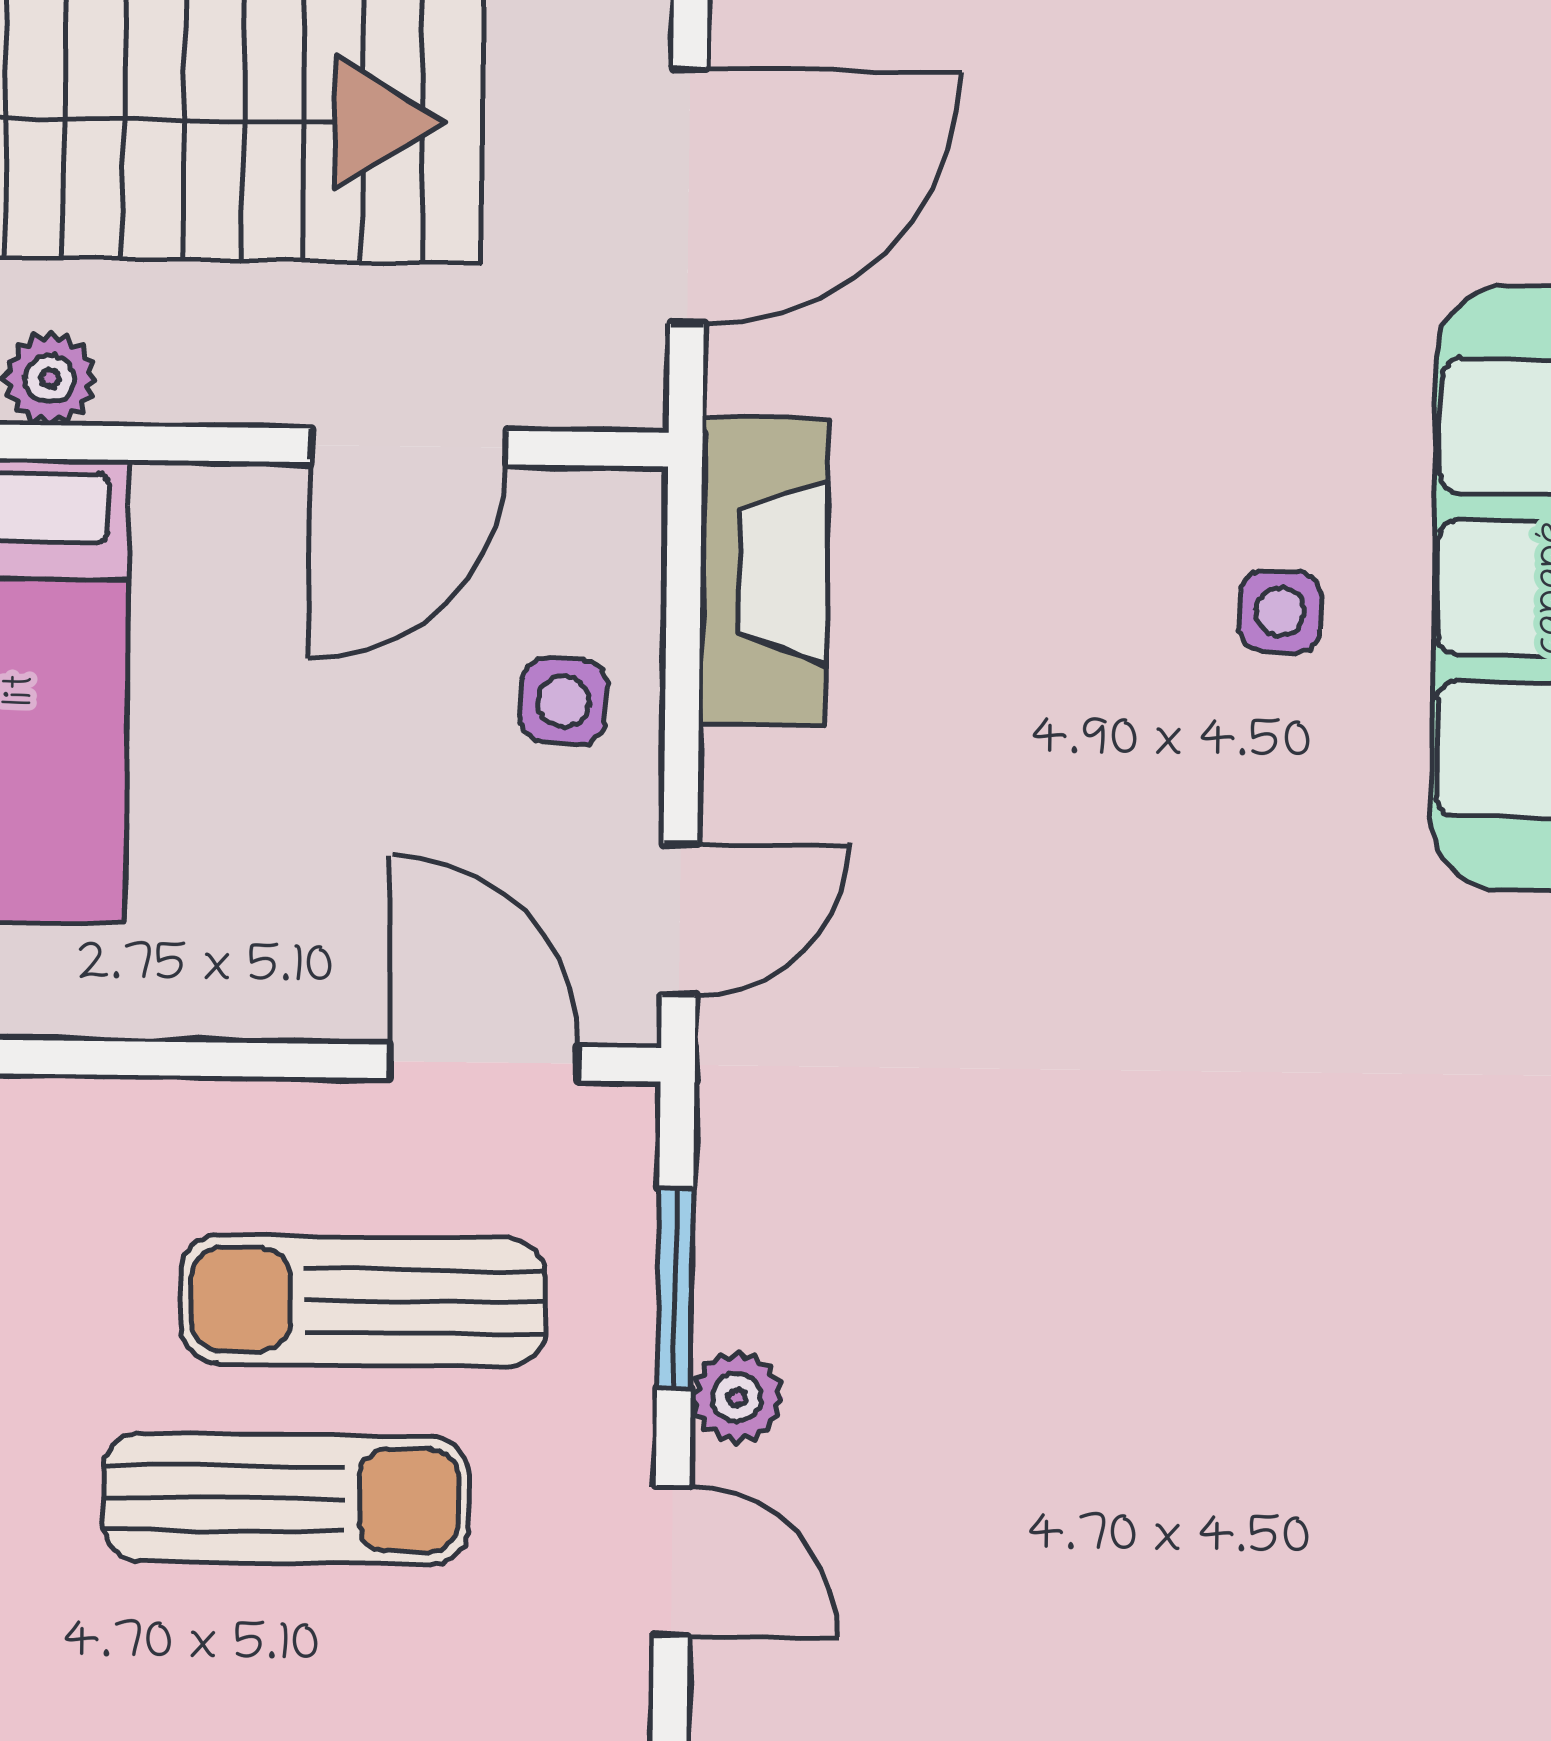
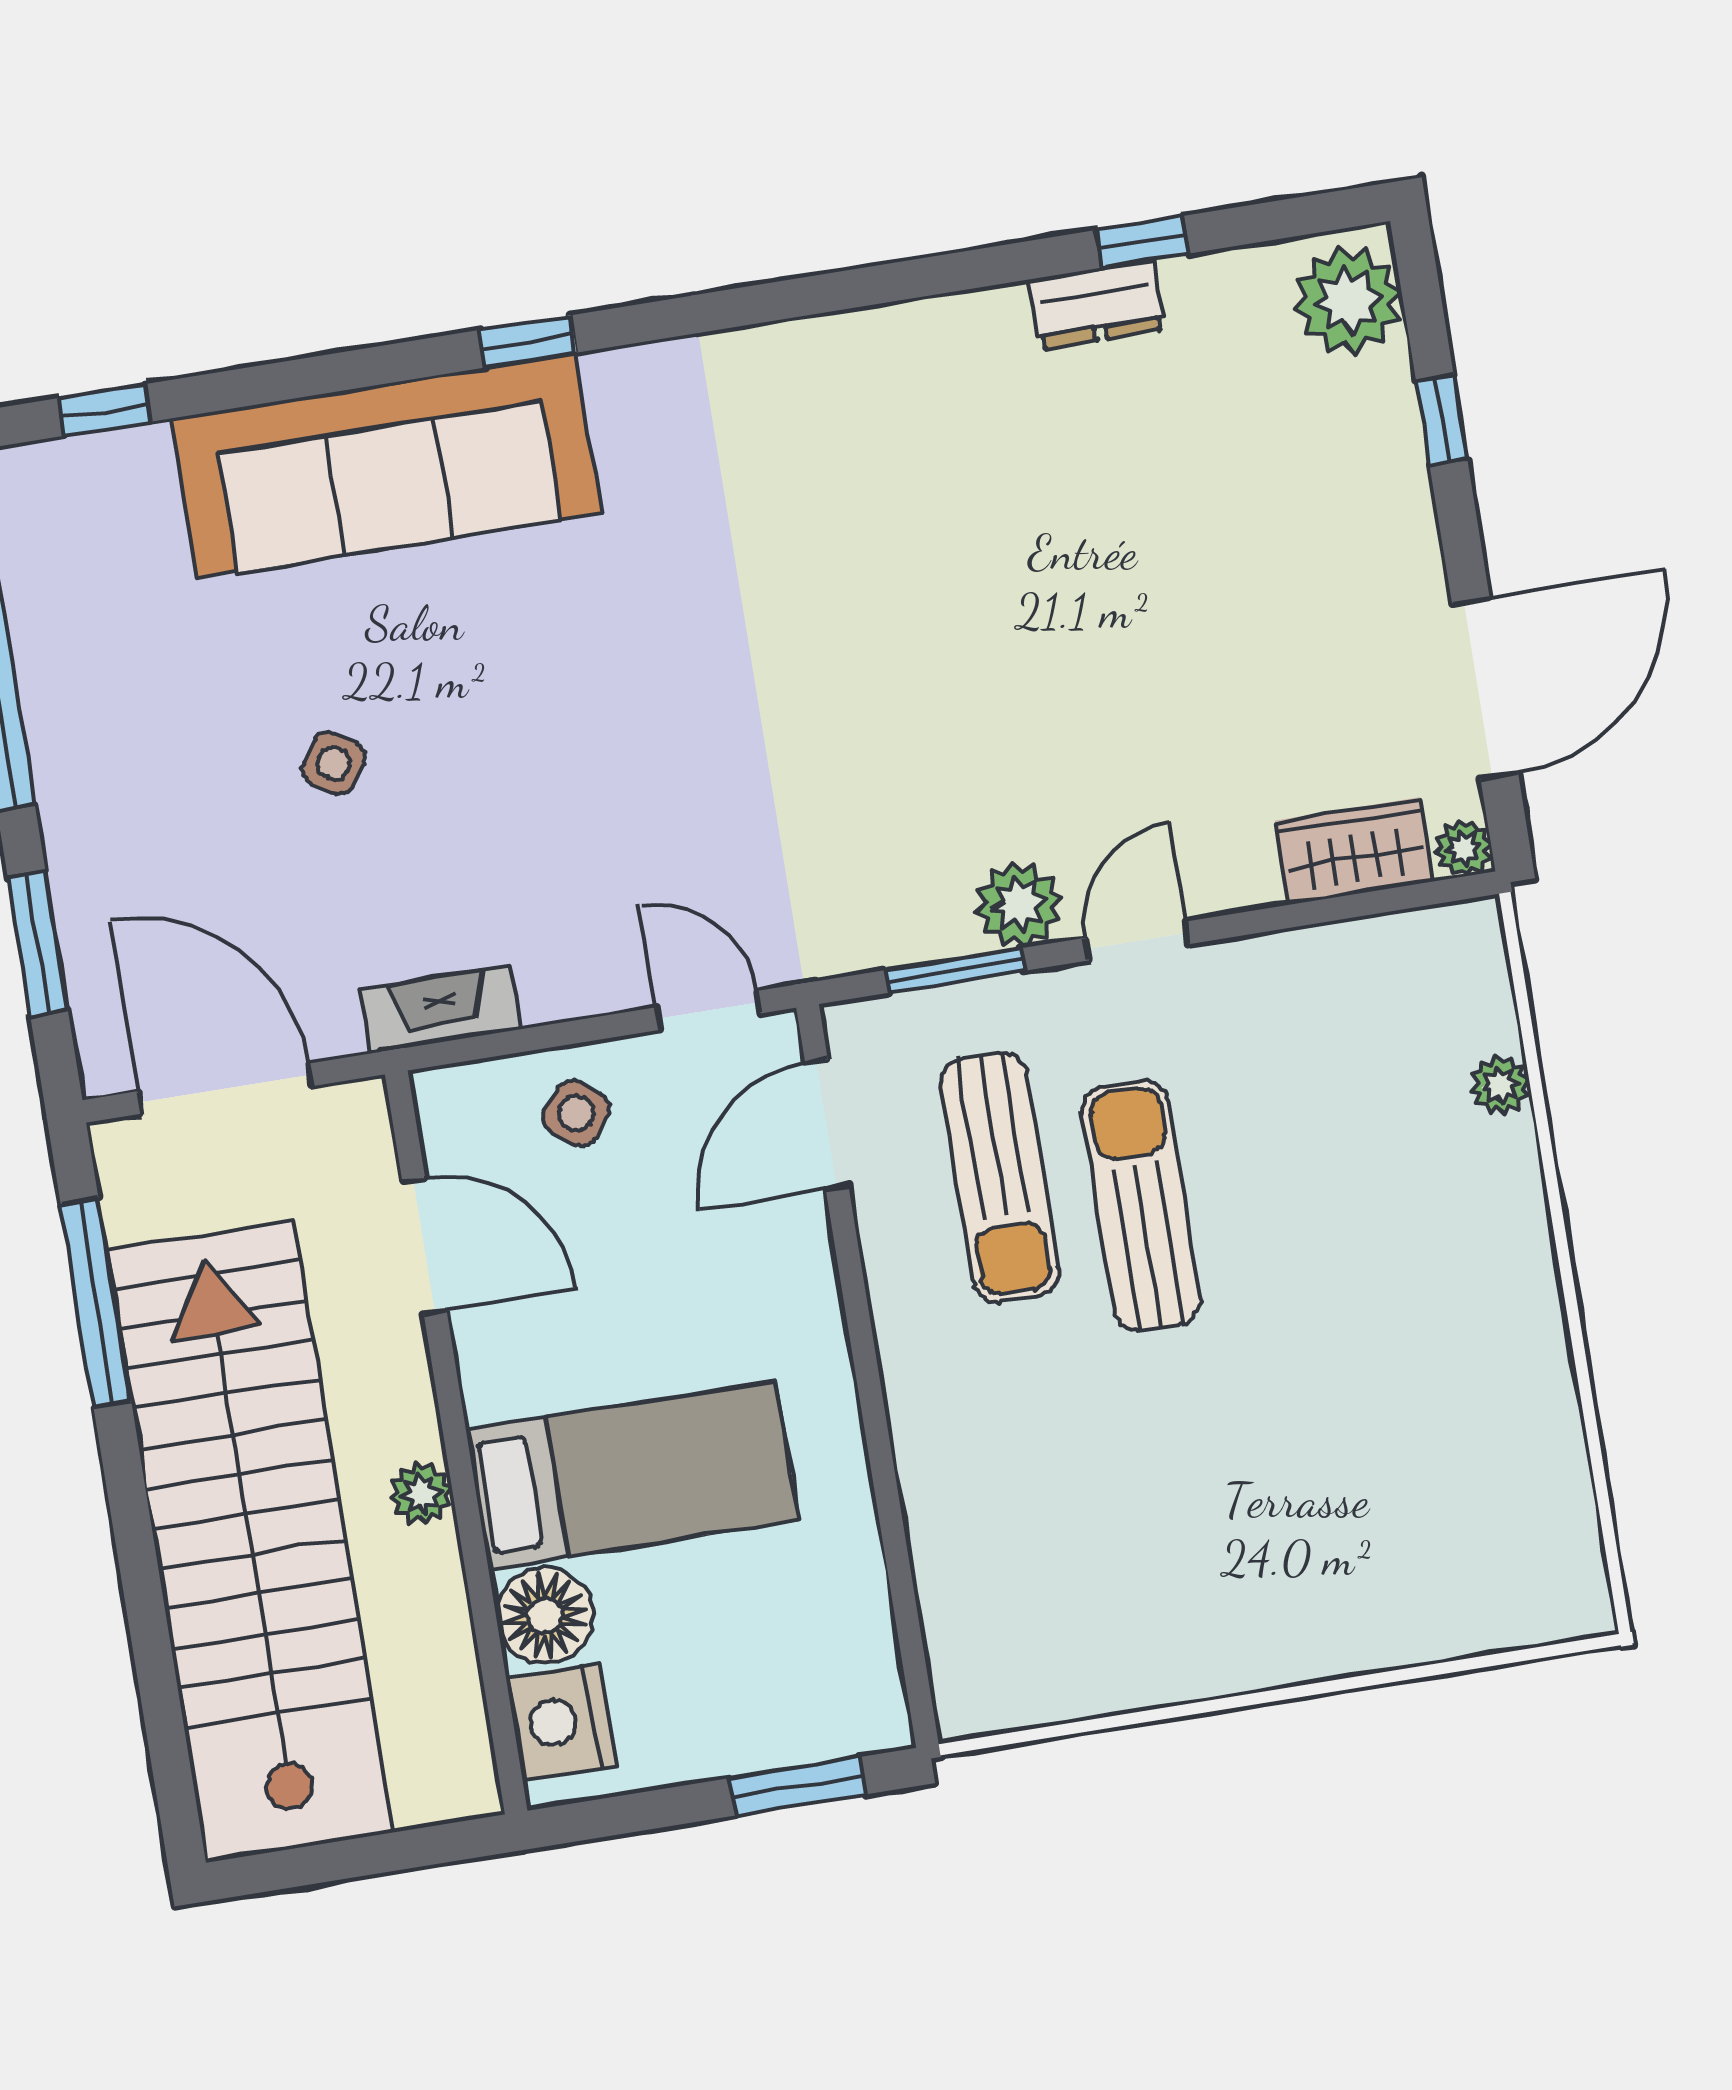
fireplace: (764, 571) -> (440, 1009), width x0.73, depth x0.76
side table: (1280, 612) -> (334, 763), moved, turned 35
side table: (563, 701) -> (576, 1113), turned 34
plant: (737, 1398) -> (1019, 905), width x1.38, depth x1.38

